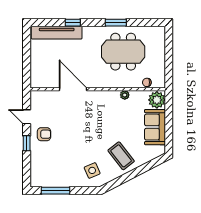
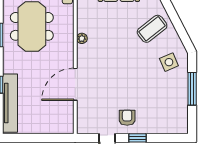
plant: (125, 95) -> (82, 38), moved
window: (56, 191) -> (192, 89), moved

